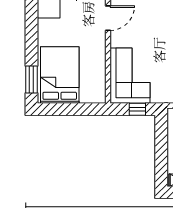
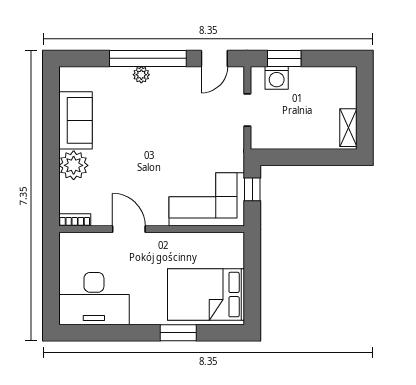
window: (31, 79) -> (178, 333), moved

